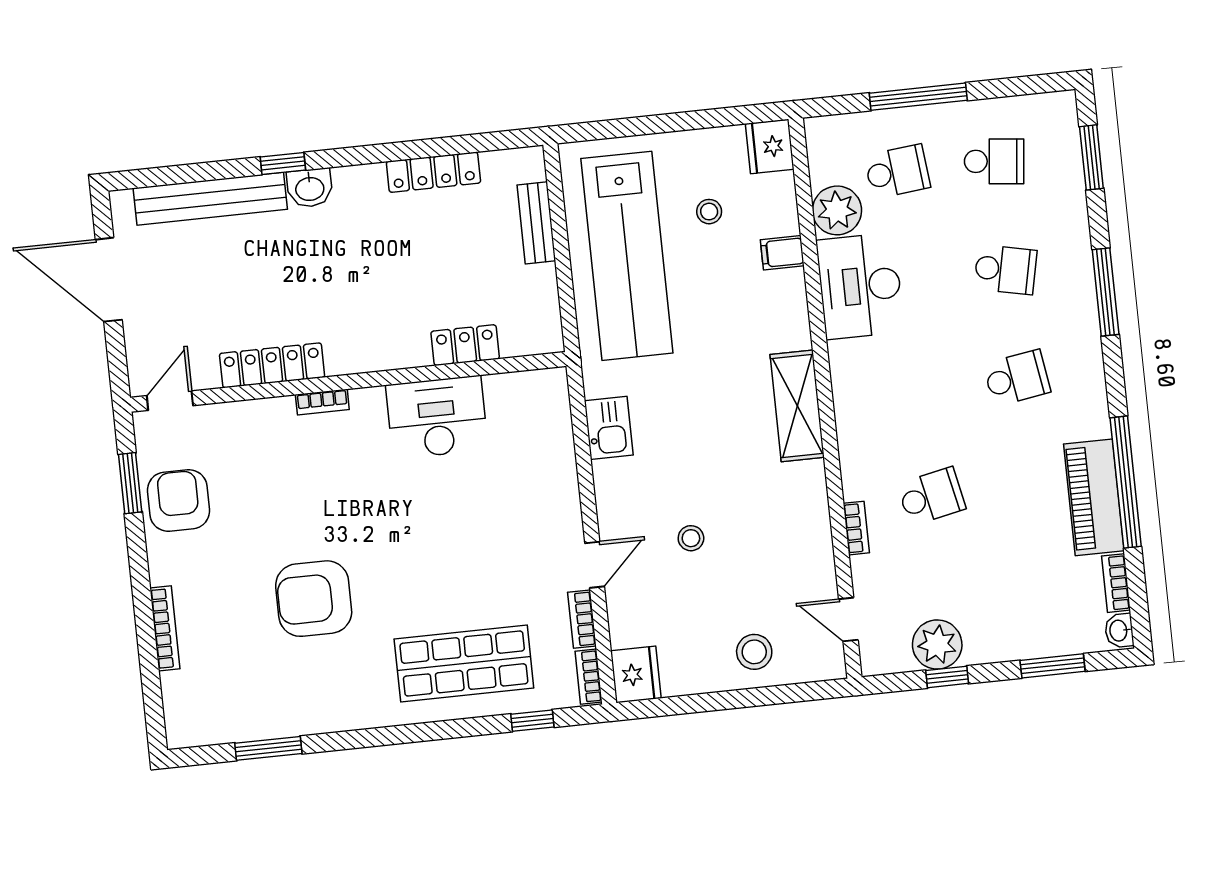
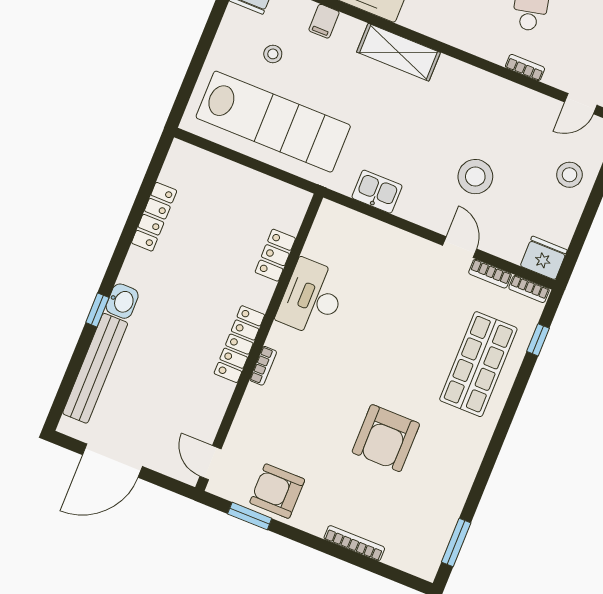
bench: (536, 223) -> (221, 168), removed
locker: (272, 365) -> (239, 344), moved
shelving: (797, 406) -> (399, 52), moved
stool: (691, 538) -> (475, 177), width x1.89, depth x1.89
window: (268, 748) -> (456, 543), moved

